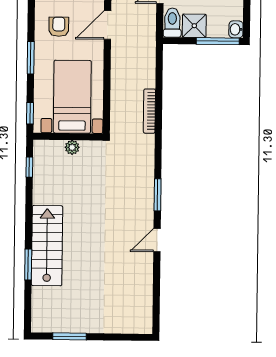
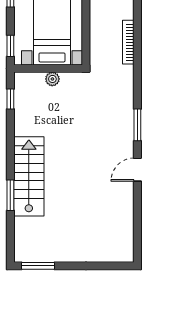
window: (70, 336) -> (38, 266), moved

